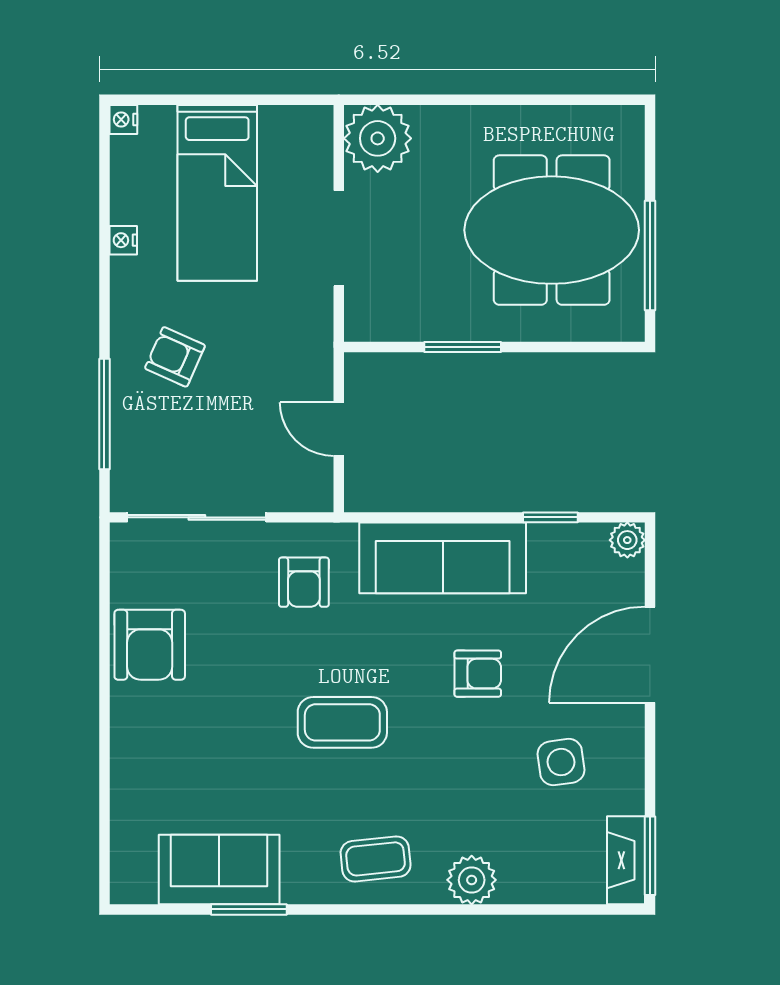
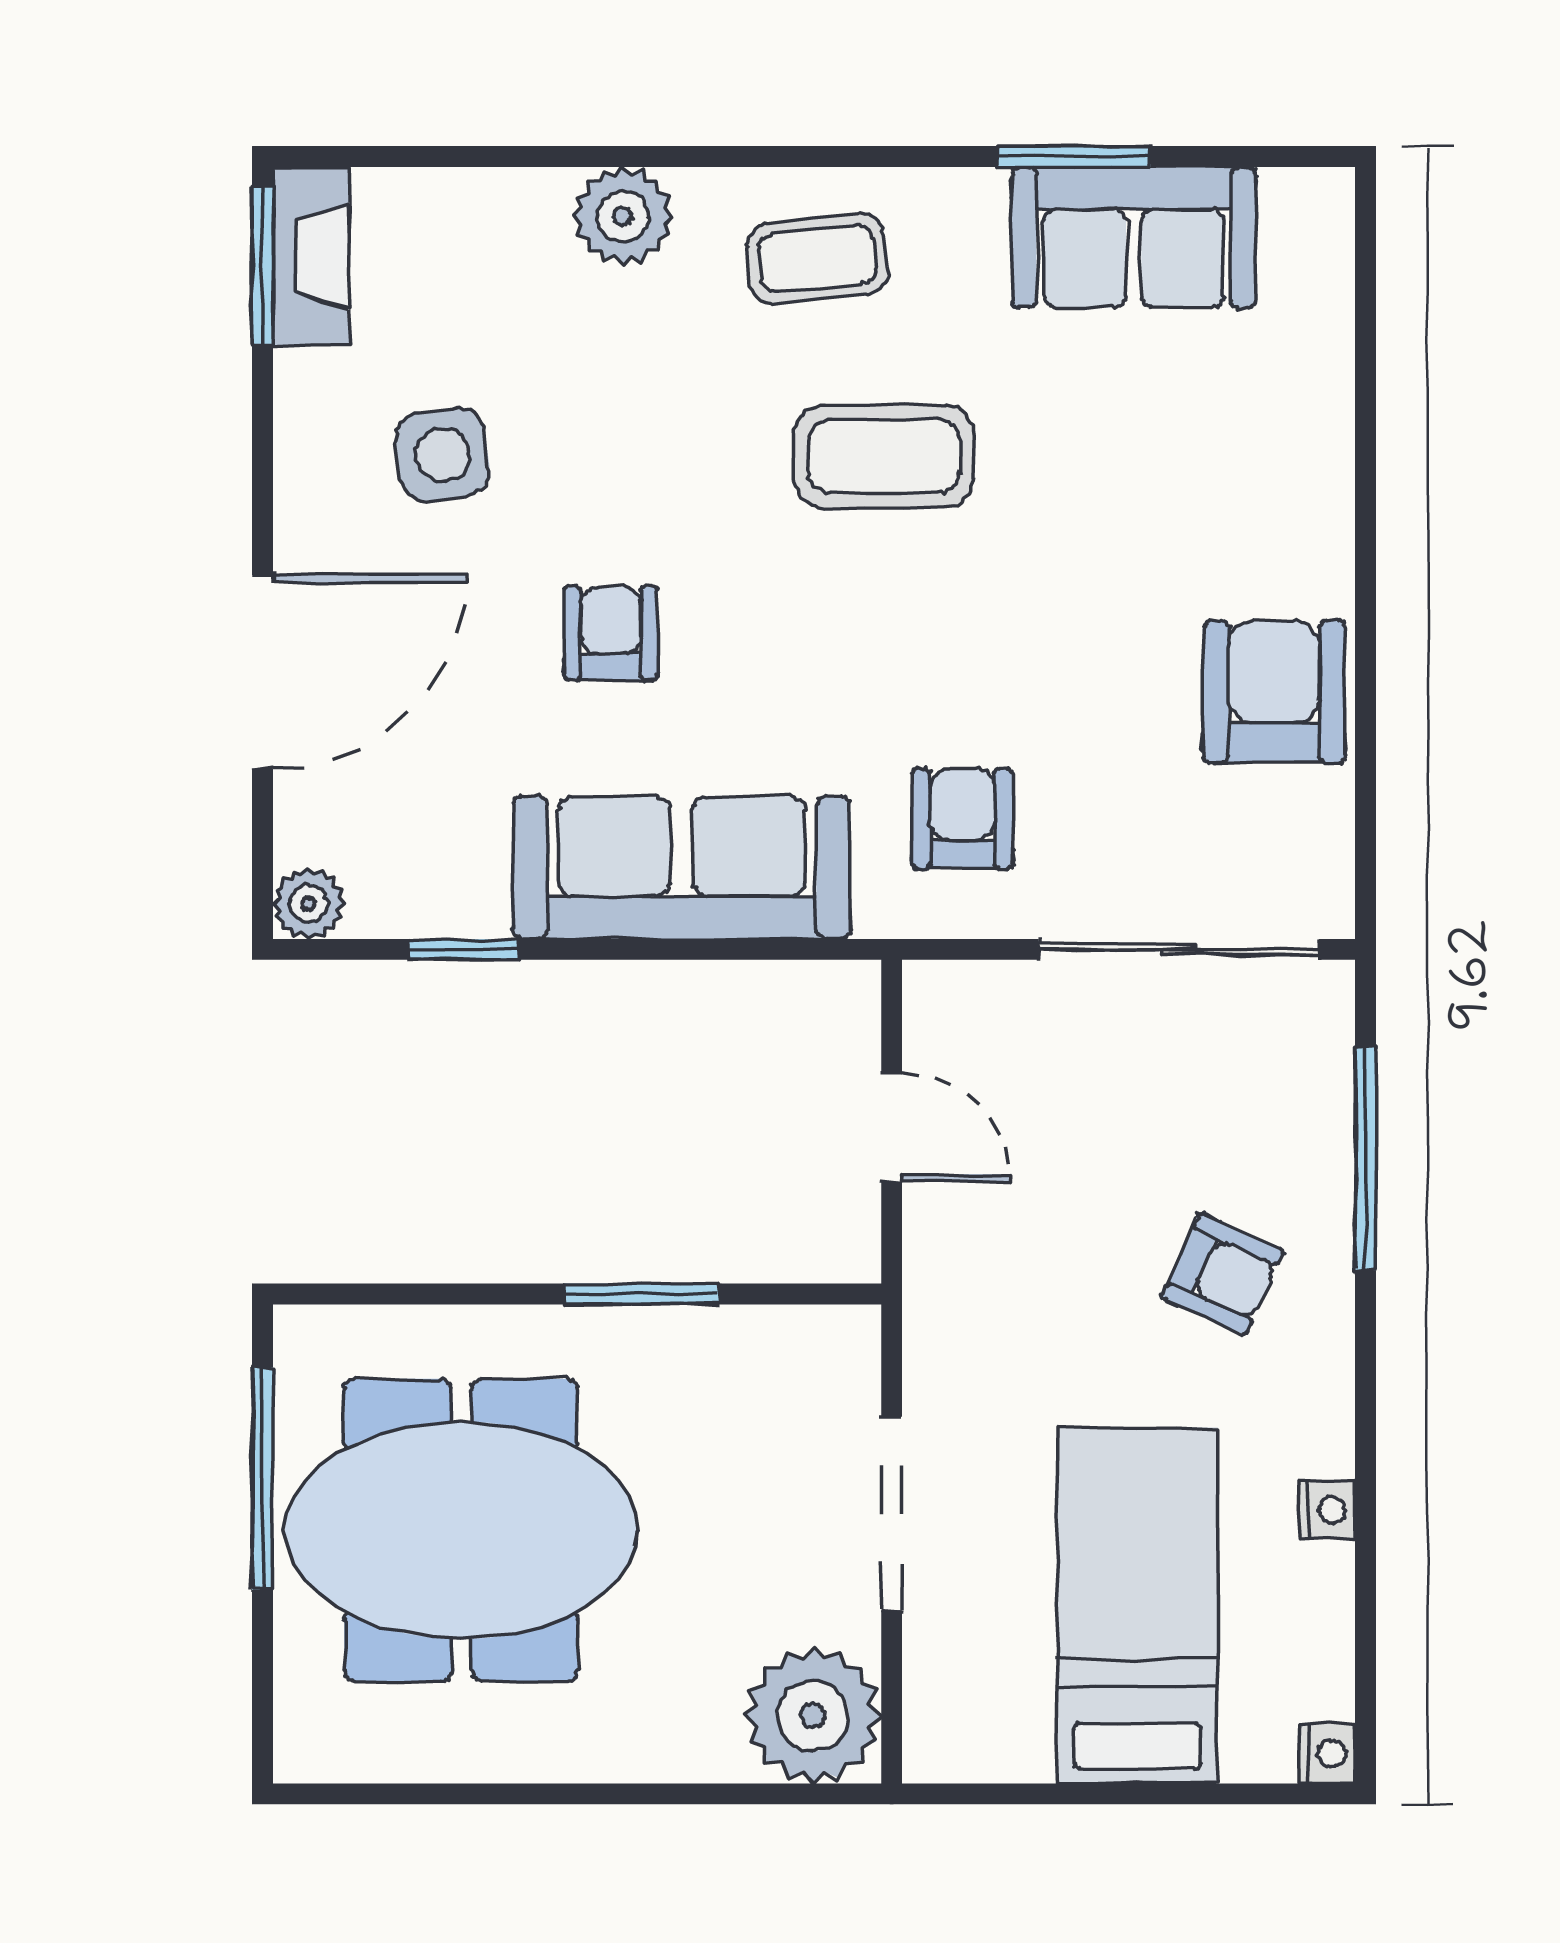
armchair: (478, 674) -> (611, 633), turned 90
coffee table: (342, 722) -> (884, 456), moved

